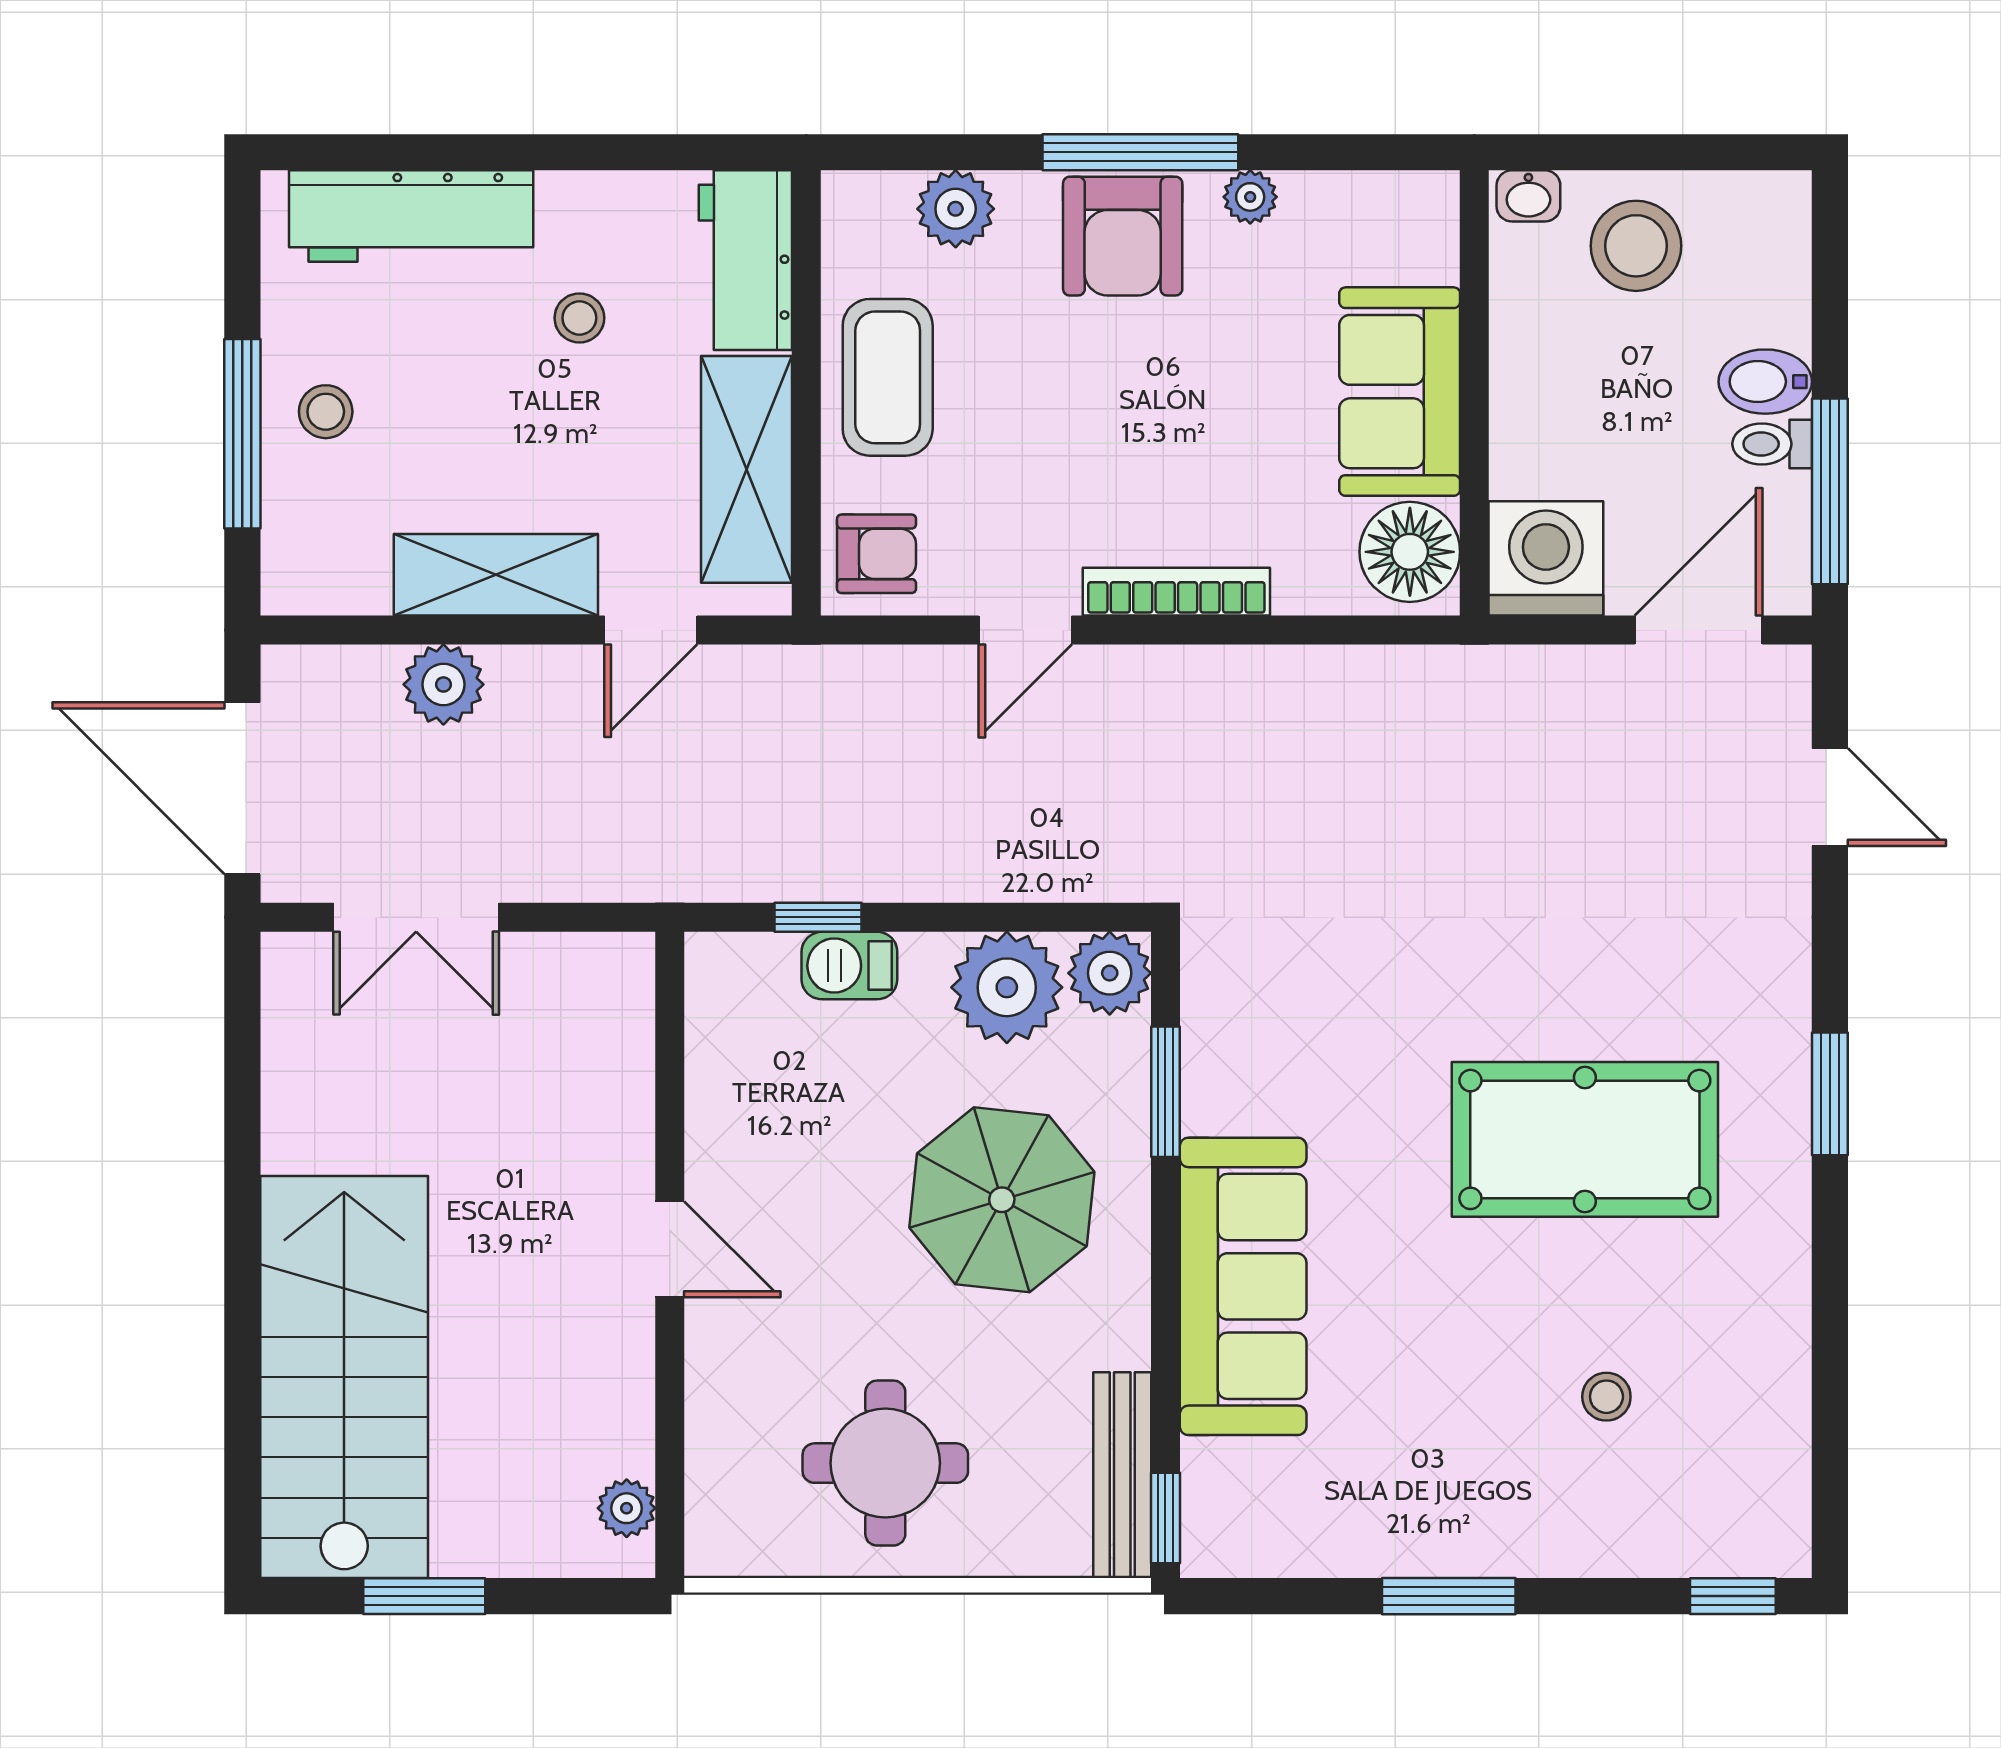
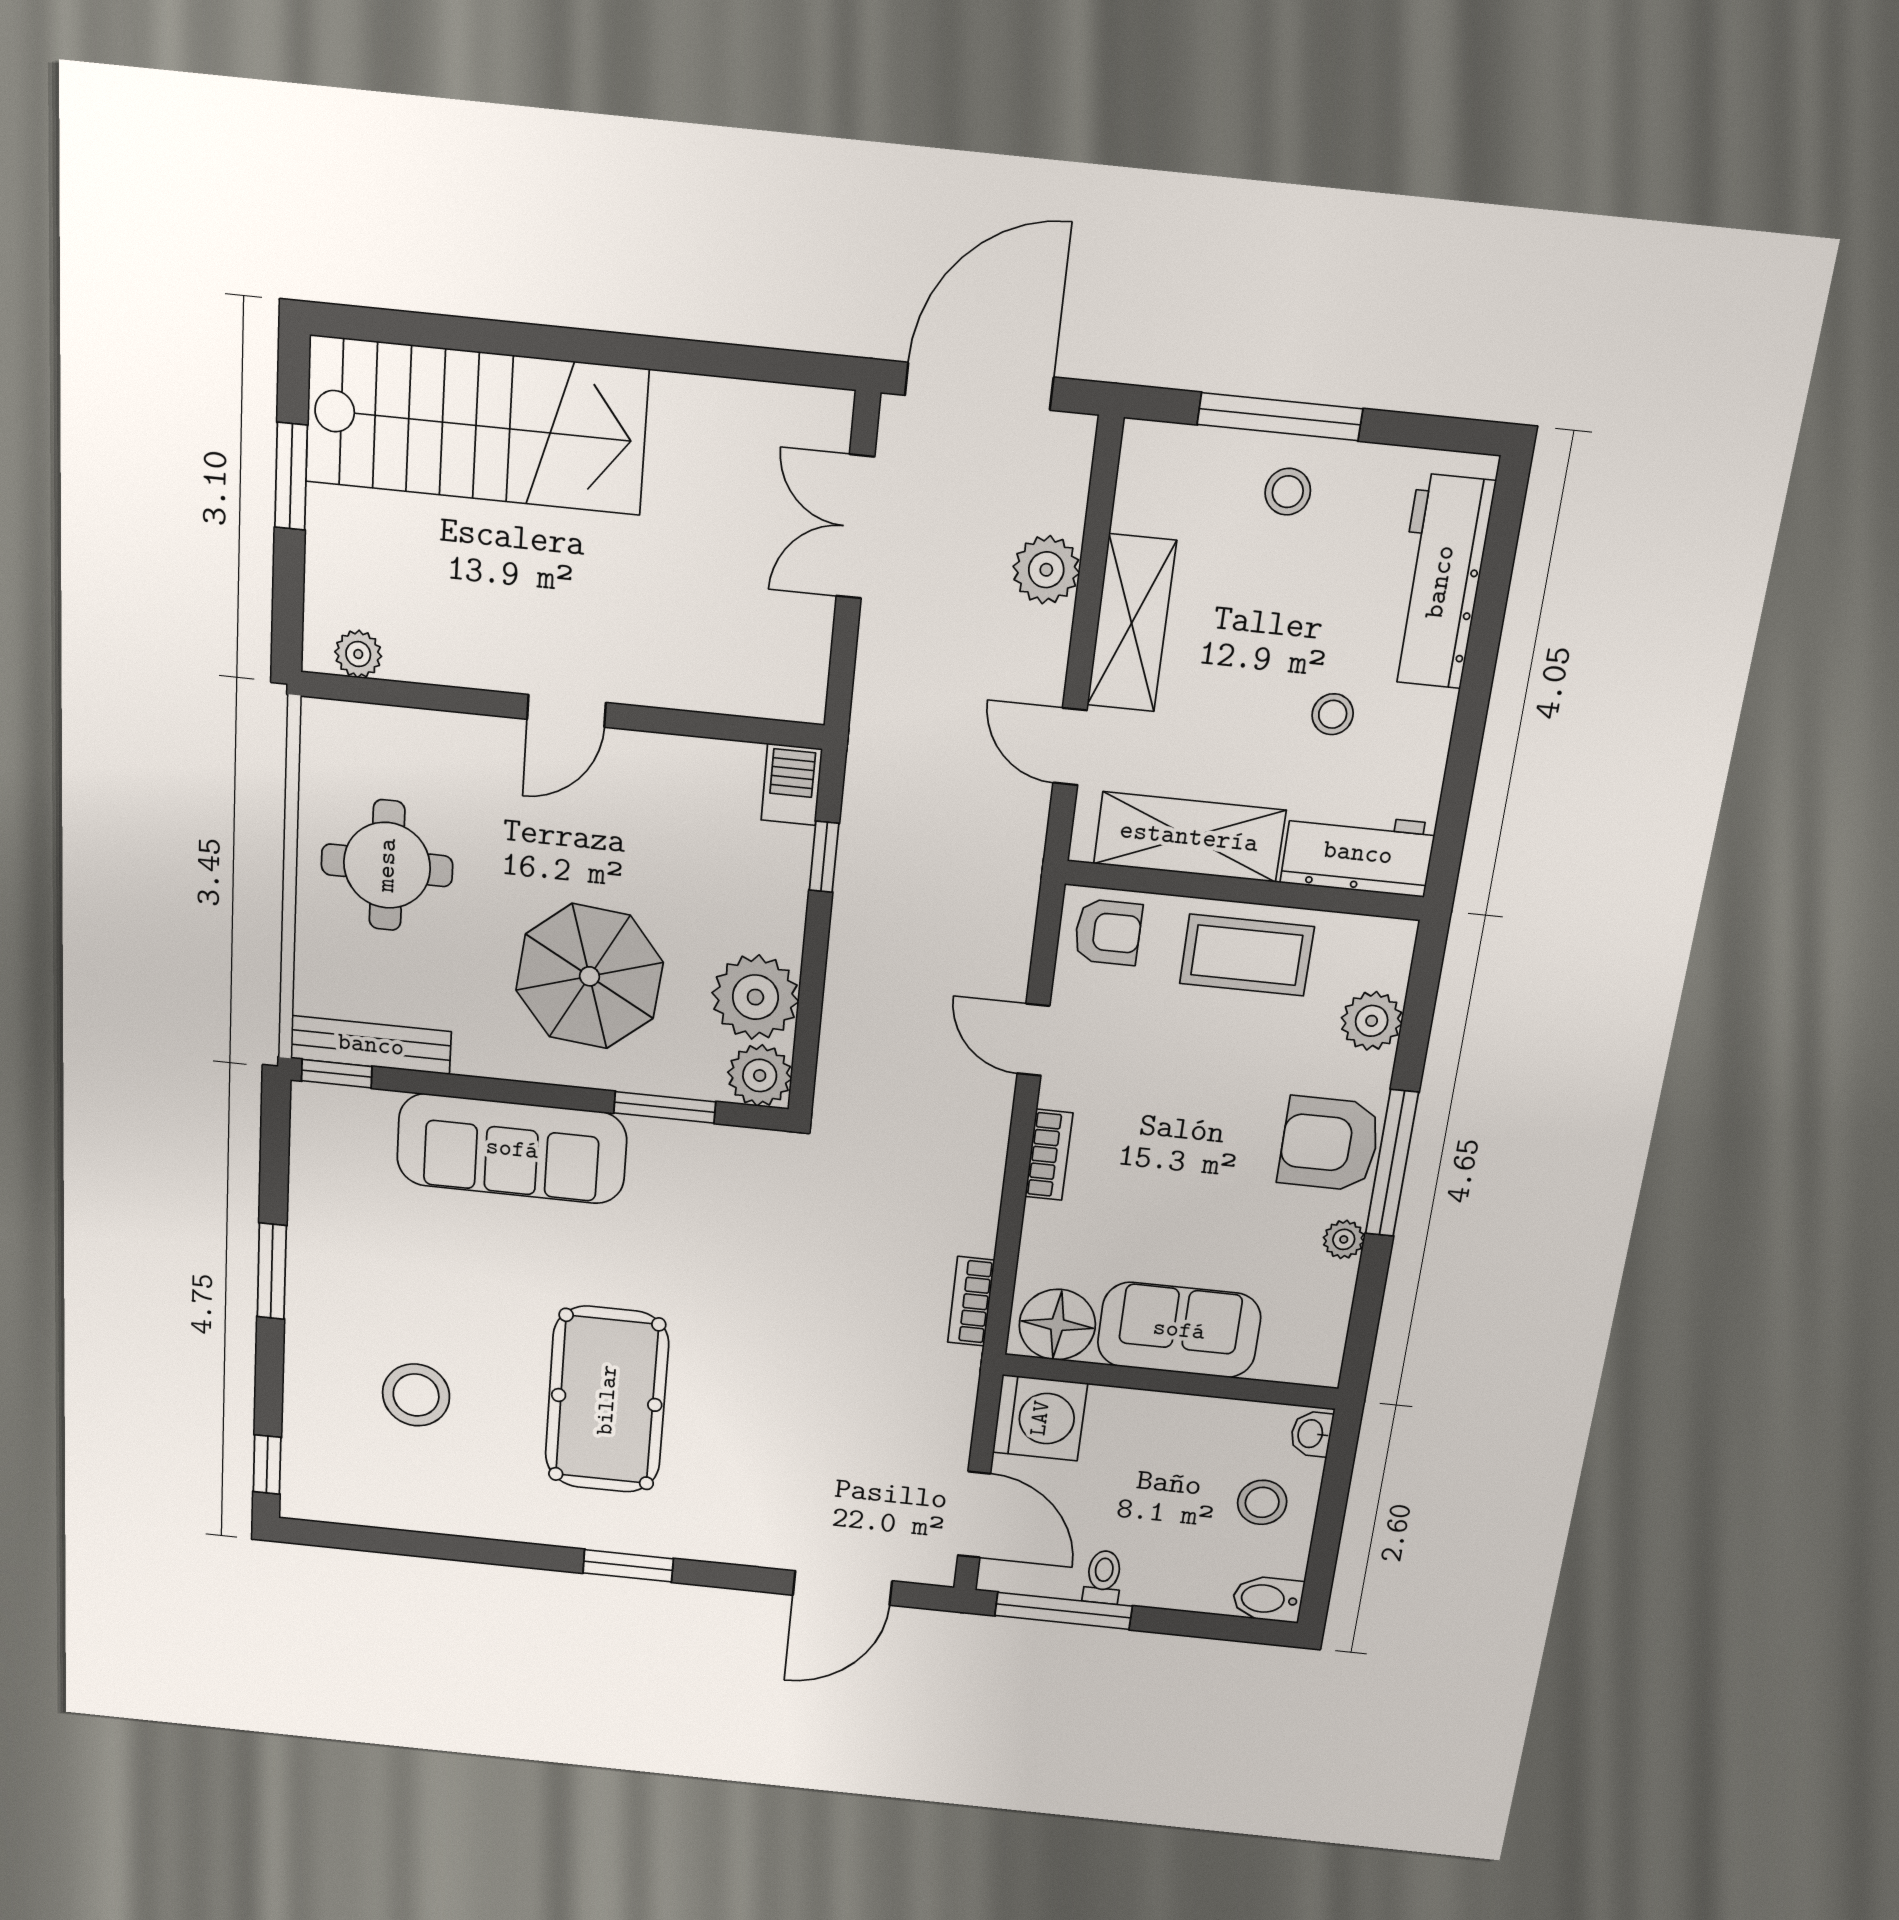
stool: (1636, 246) -> (1262, 1502), width x0.73, depth x0.73
bidet: (1765, 382) -> (1268, 1599), moved, turned -90
armchair: (876, 554) -> (1108, 932), turned -90
bookcase: (1176, 592) -> (1049, 1155), width x0.64
bookcase: (1389, 669) -> (971, 1301), added
door: (1830, 797) -> (842, 1588), width x1.38
barbecue: (849, 966) -> (792, 785), moved
stool: (1606, 1397) -> (416, 1395), width x1.89, depth x1.89

